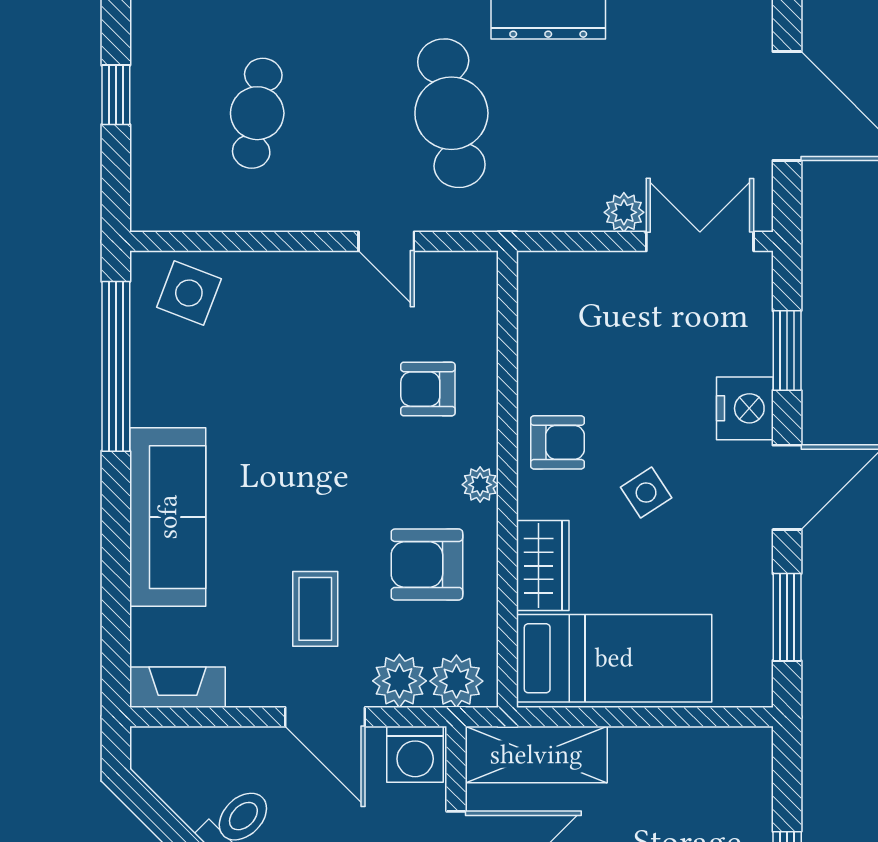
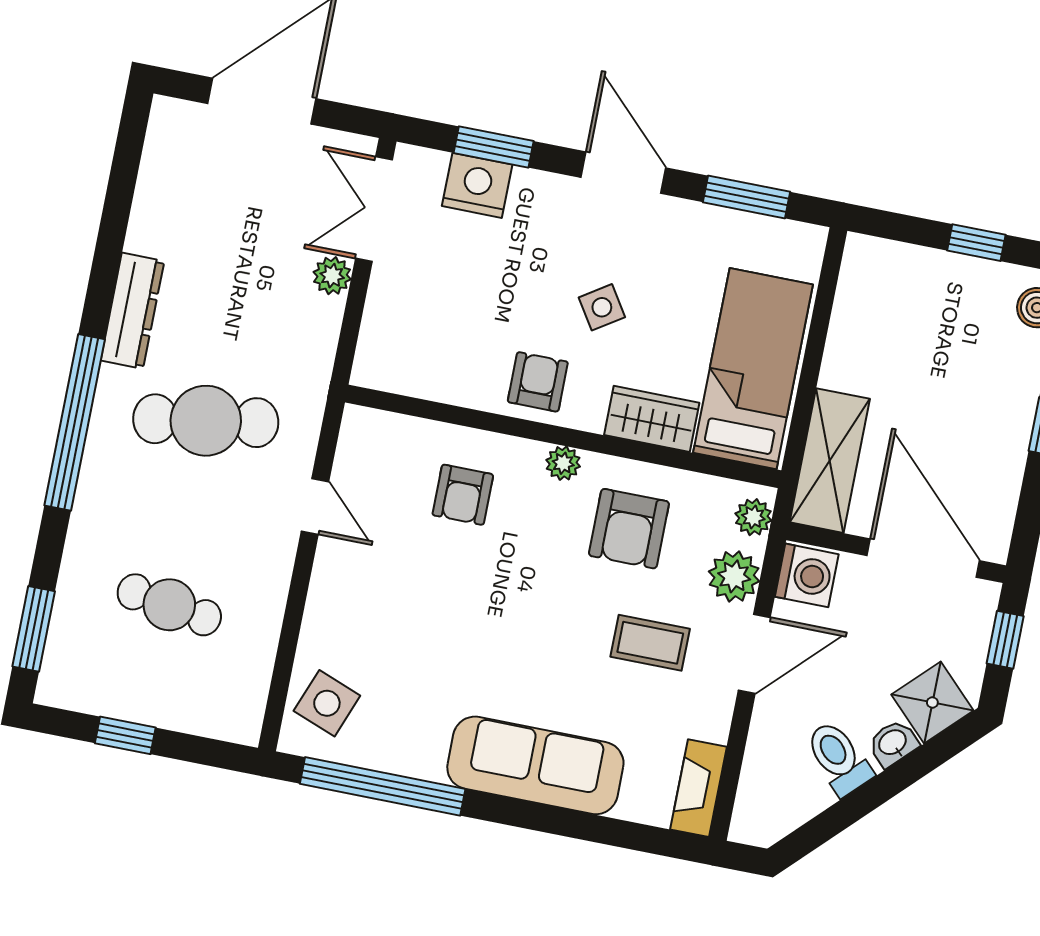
door: (386, 241) -> (315, 506), hinge flipped
nightstand: (745, 408) -> (477, 185), moved
plant: (456, 681) -> (753, 517), width x0.73, depth x0.73

